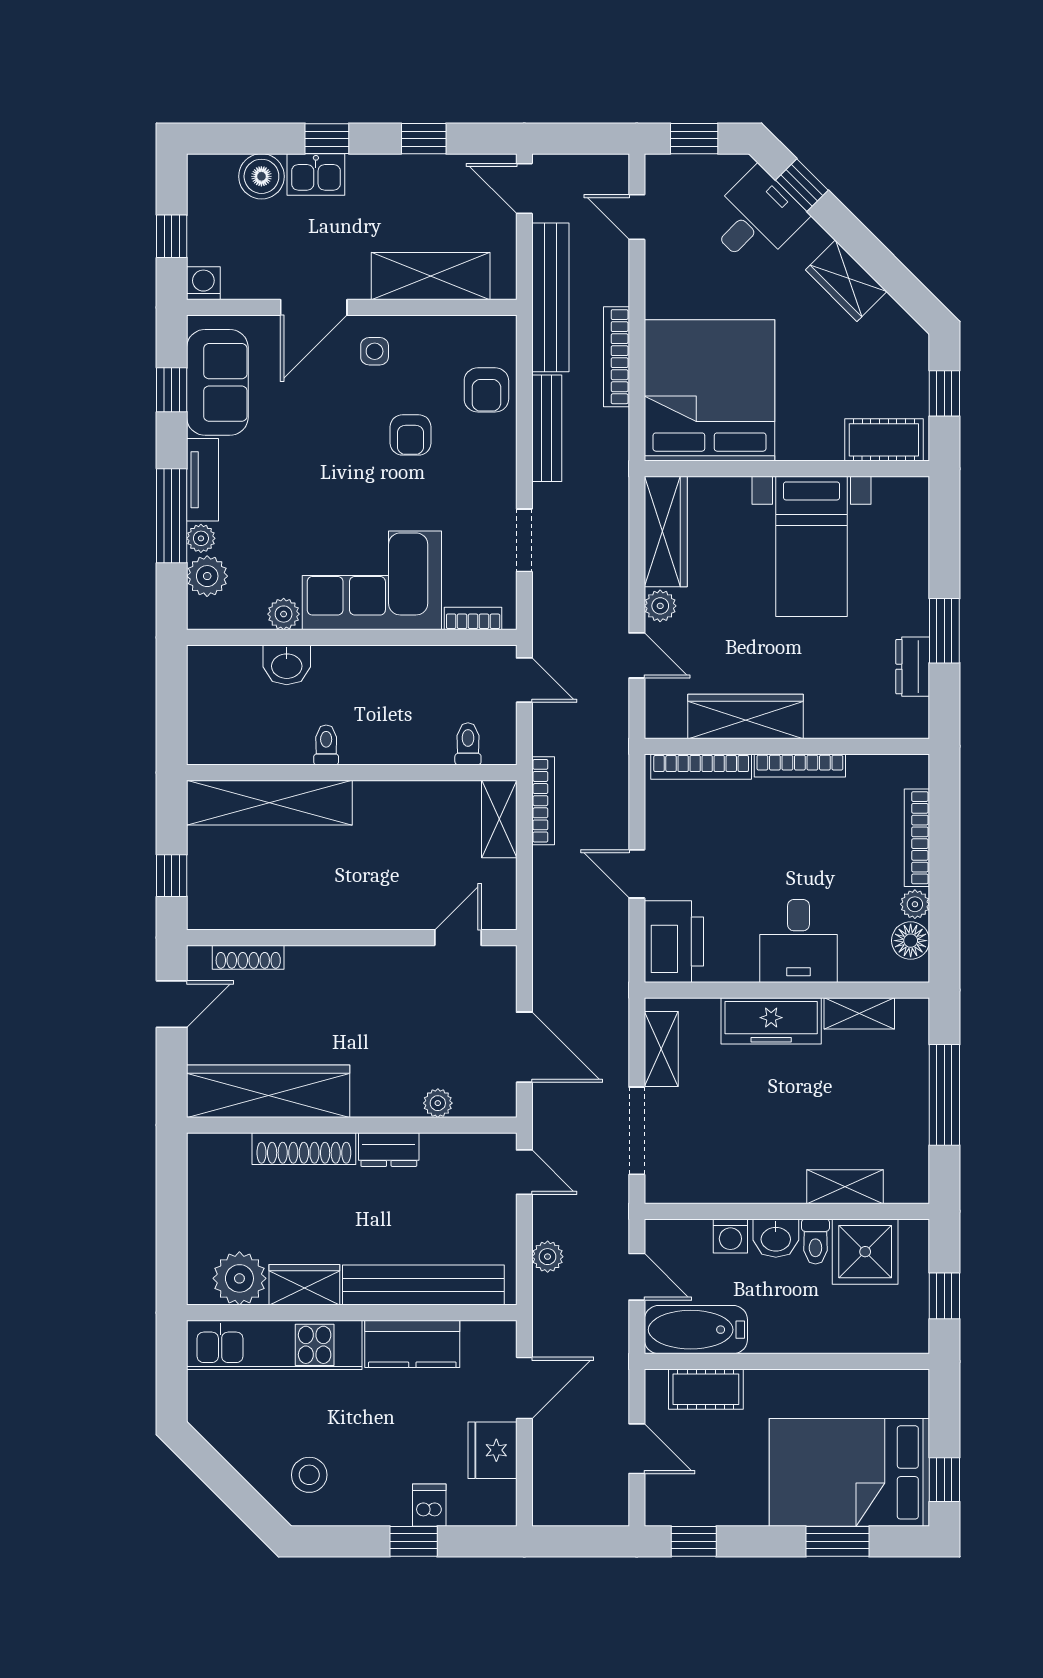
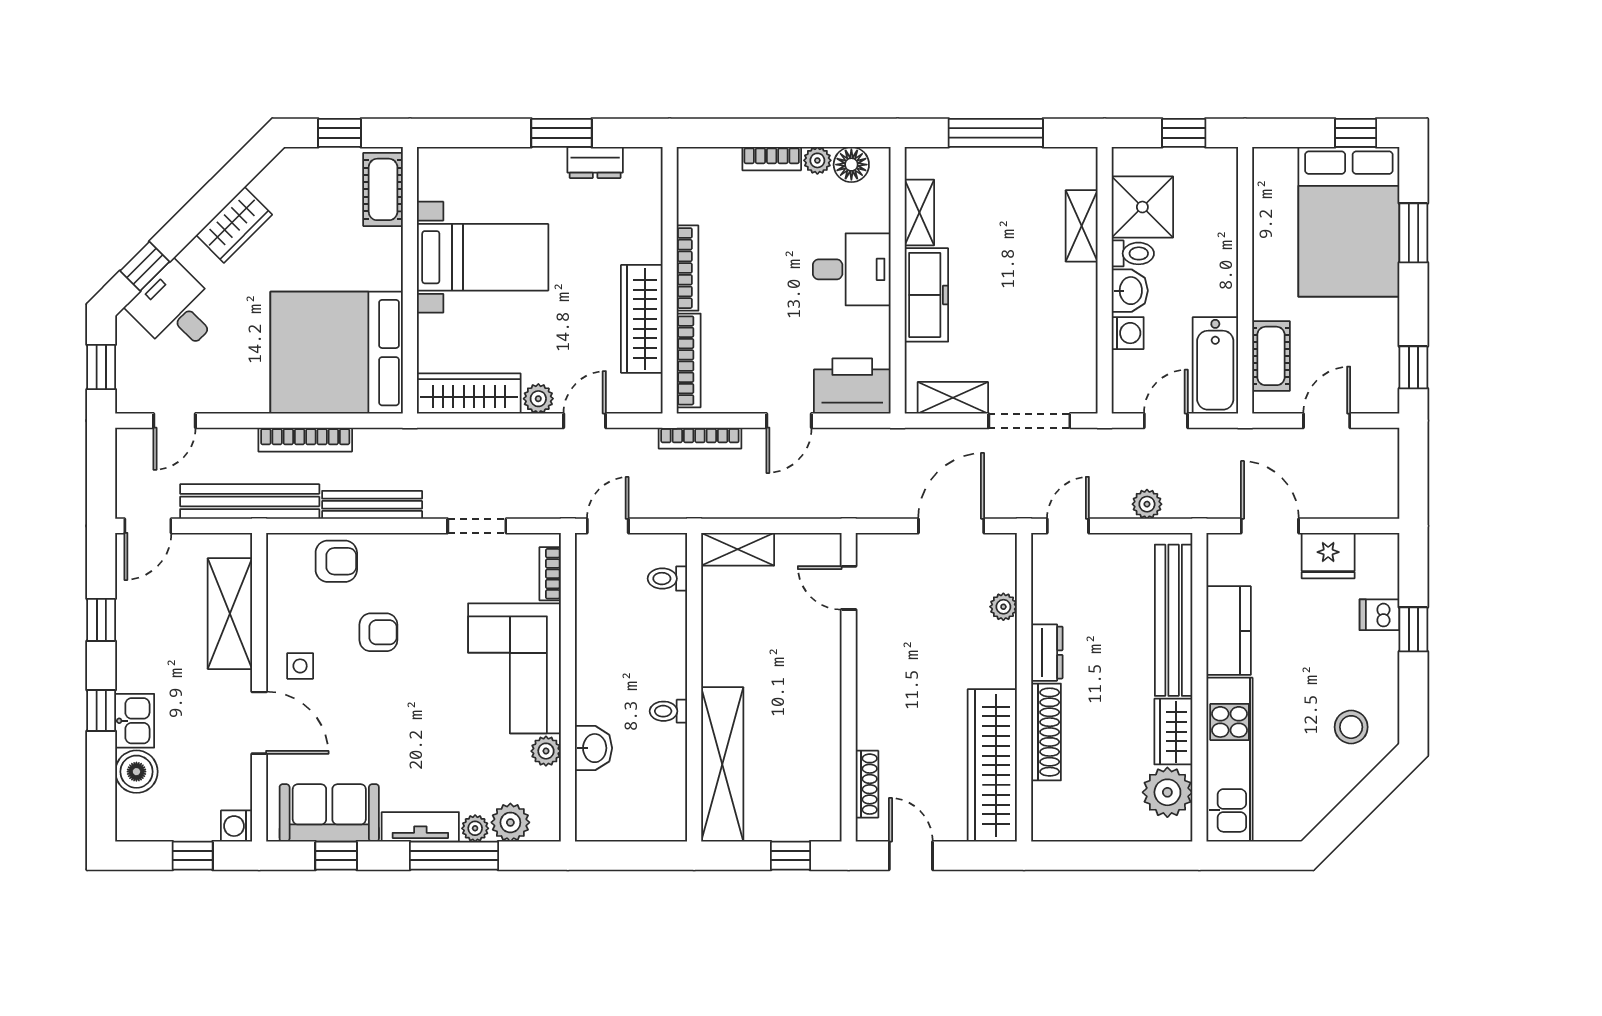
bookcase: (543, 801) -> (700, 438), moved, turned 180
bookcase: (917, 838) -> (772, 159), width x0.64

